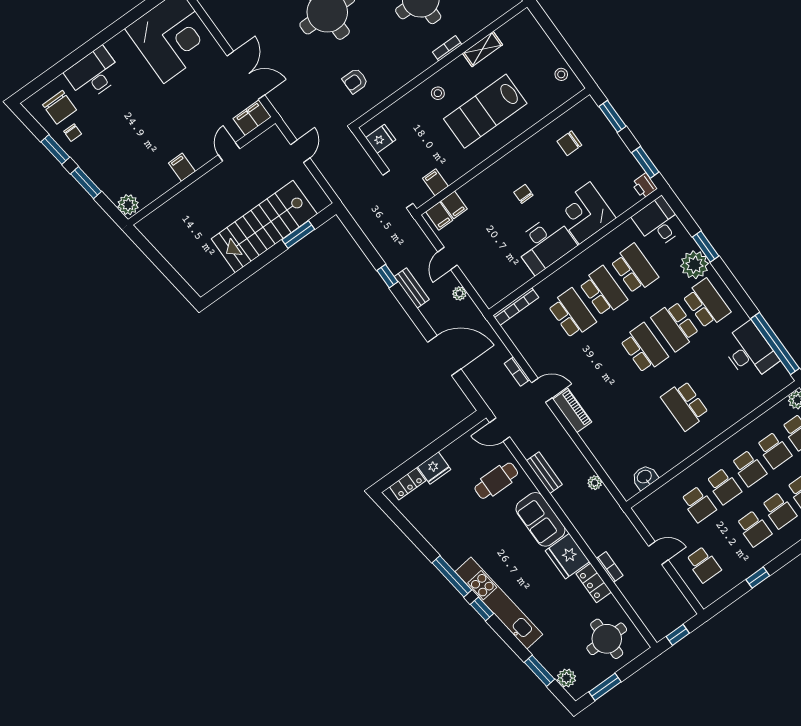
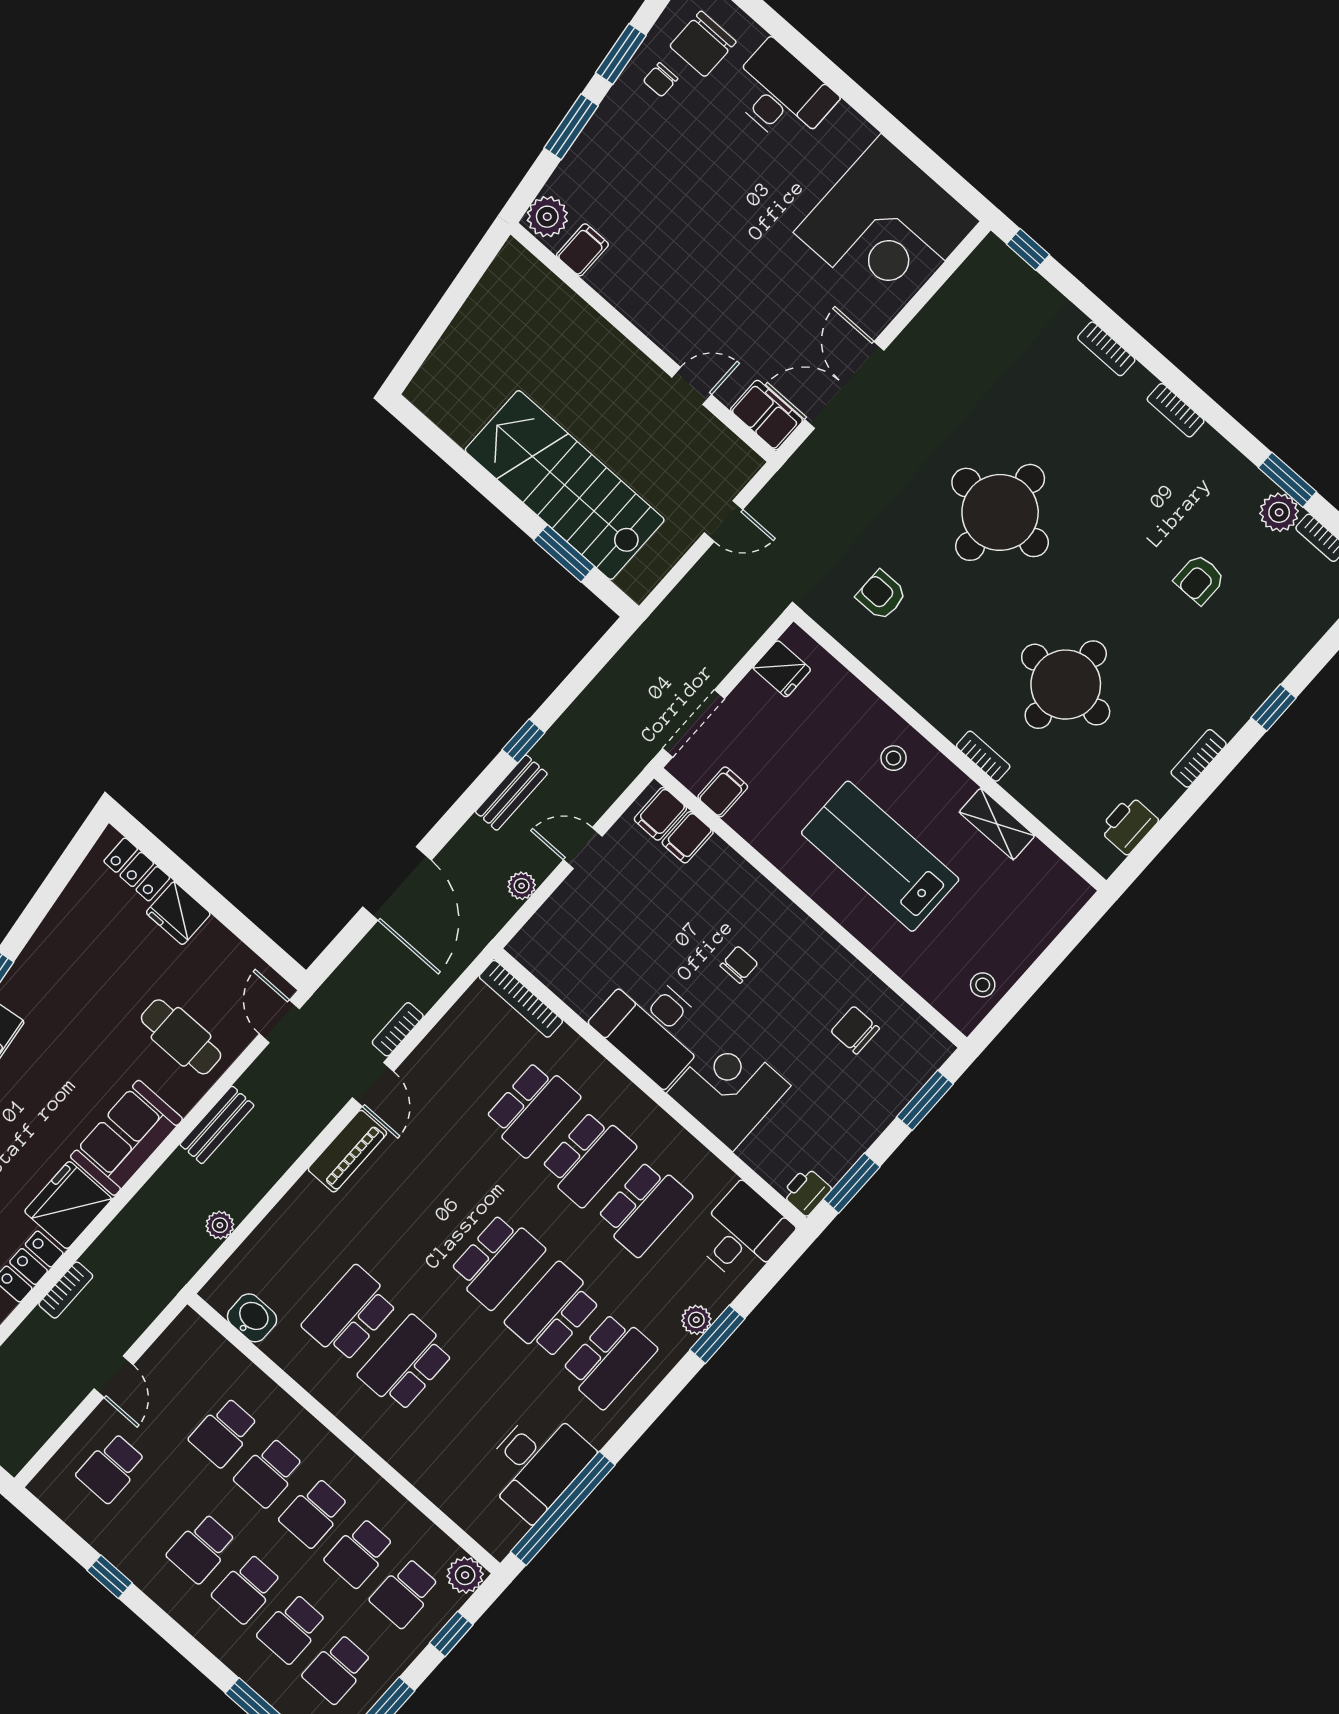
double door: (246, 75) -> (844, 385), swing flipped
filing cabinet: (182, 167) -> (582, 250), moved
plant: (694, 265) -> (696, 1320), width x0.53, depth x0.53
school desk: (654, 428) -> (350, 1314), added

